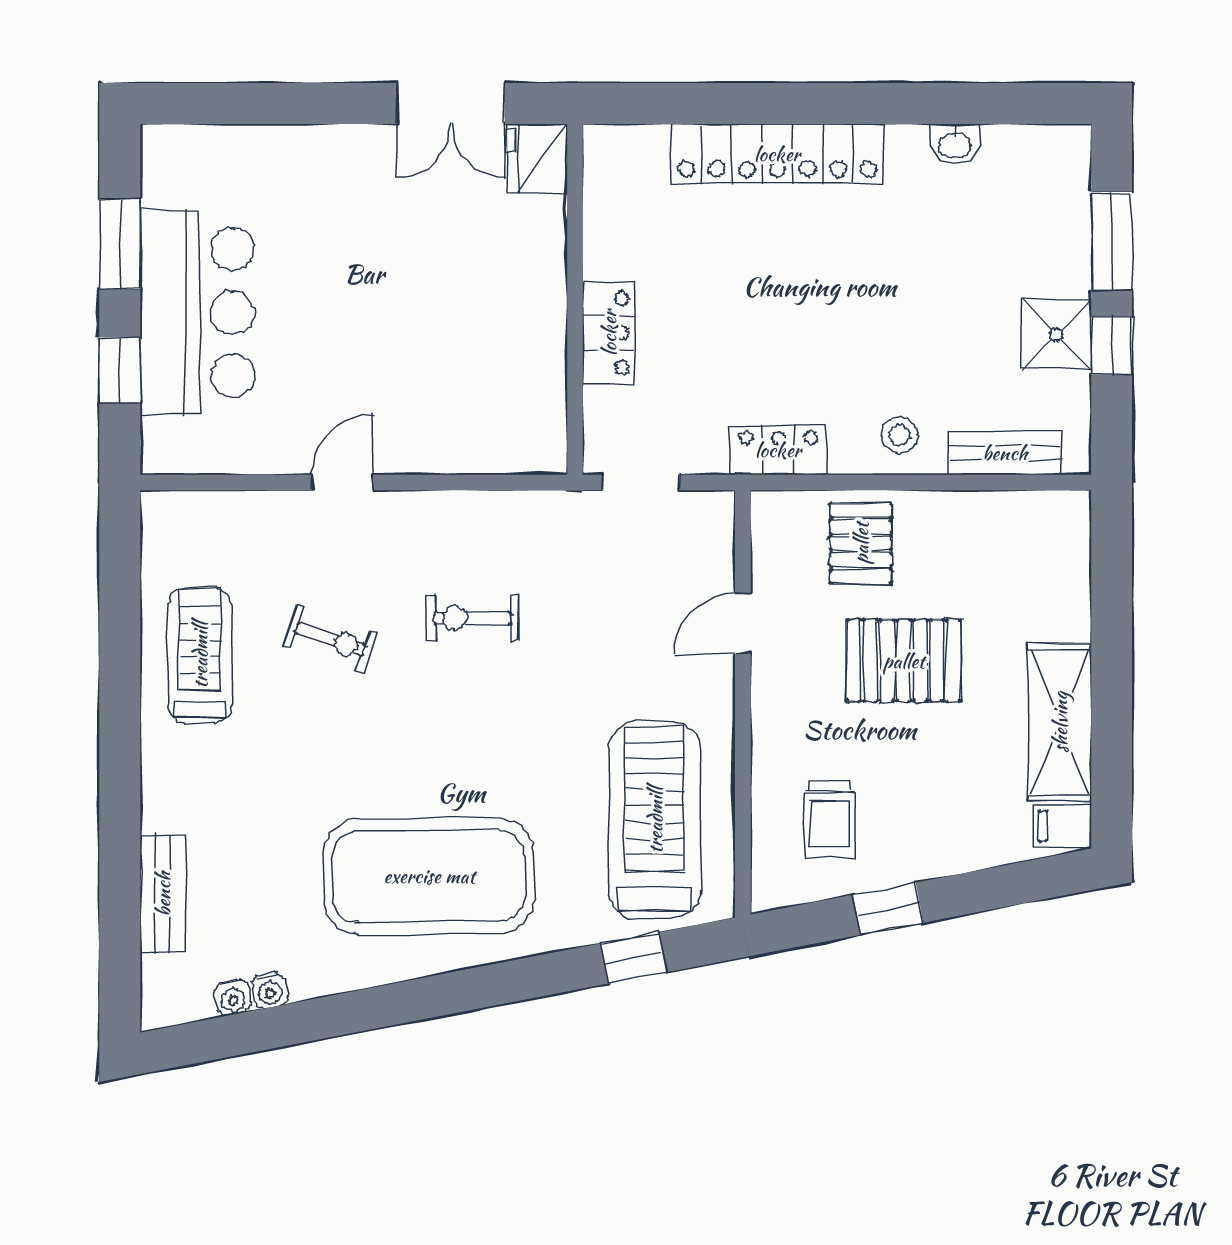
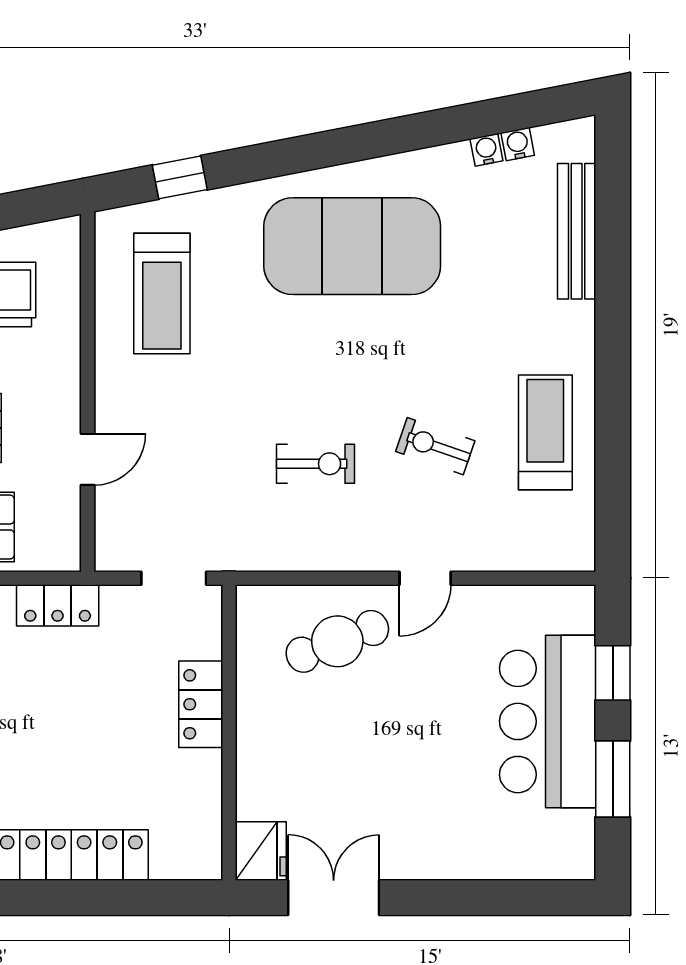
cafe table: (447, 408) -> (337, 641), added
treadmill: (200, 655) -> (545, 432), turned 180
treadmill: (655, 820) -> (162, 294), width x0.73, depth x0.73
bench: (163, 894) -> (577, 231), width x1.36

